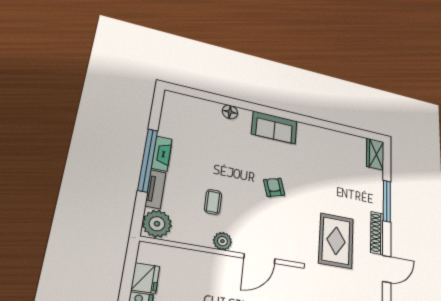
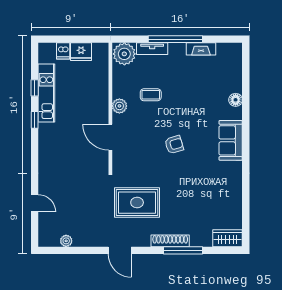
fireplace: (162, 154) -> (201, 49), moved
shoe rack: (377, 233) -> (170, 241), moved

